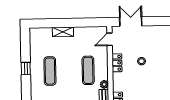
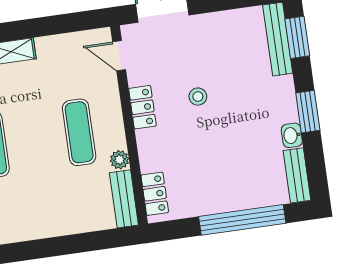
door: (110, 39) -> (119, 56), hinge flipped

